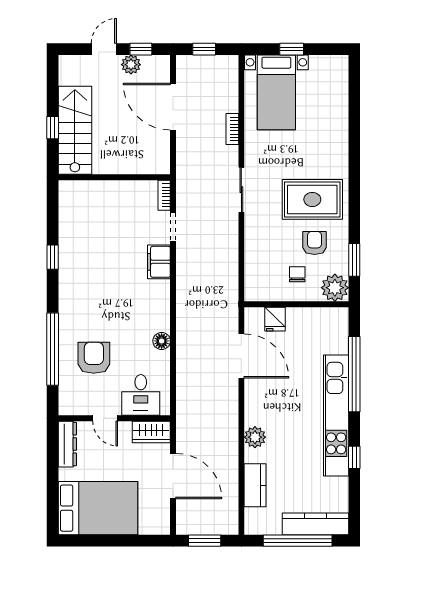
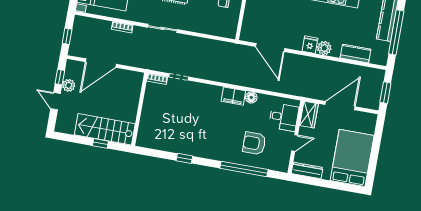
filing cabinet: (159, 262) -> (233, 96), moved
fridge: (275, 319) -> (310, 45), moved, turned -90
door: (241, 356) -> (270, 47), swing flipped

